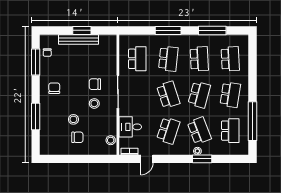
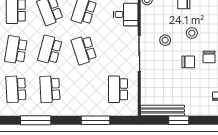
window: (168, 30) -> (96, 120), moved
bench: (78, 39) -> (162, 110), moved
school desk: (168, 59) -> (84, 89), removed
chair: (95, 84) -> (188, 62), moved
stool: (73, 119) -> (192, 33), moved

